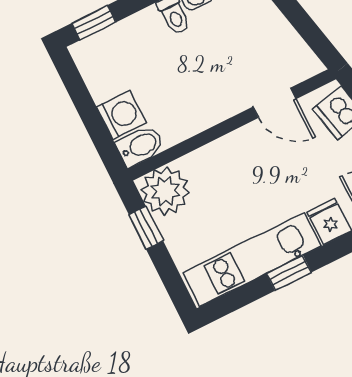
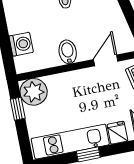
door: (275, 103) -> (106, 60), swing flipped
bidet: (140, 146) -> (68, 52), moved, turned -90

